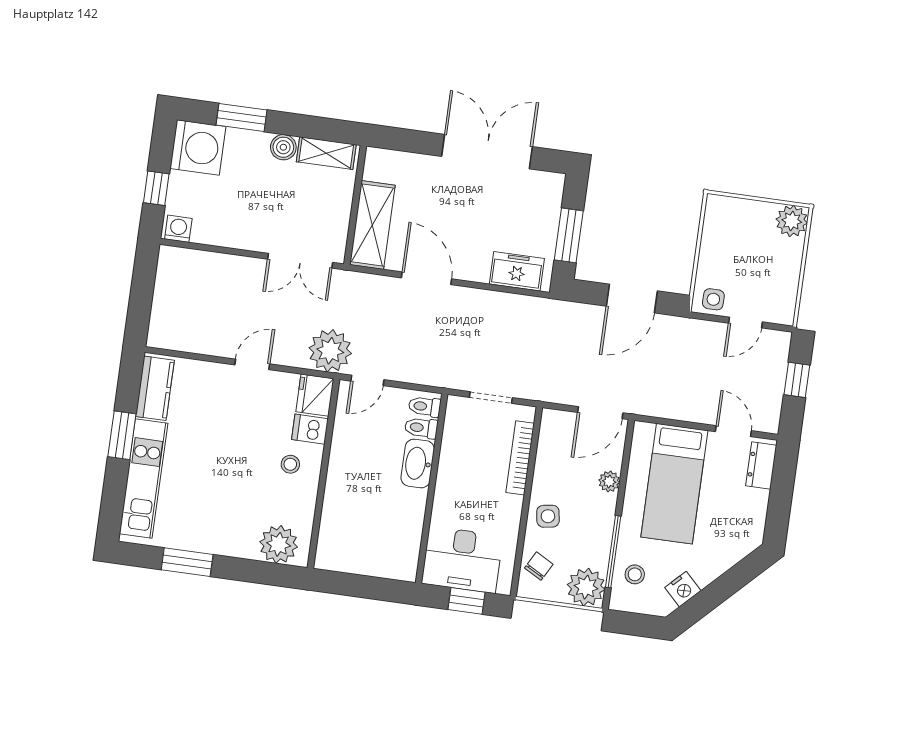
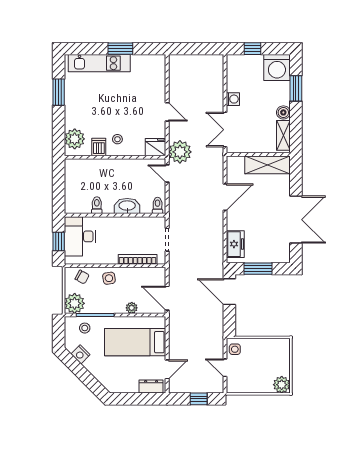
shelving: (372, 225) -> (268, 165), moved
washing machine: (178, 229) -> (233, 99), moved
door: (632, 298) -> (229, 292), moved
kitchen counter: (155, 388) -> (147, 63), removed
toilet: (421, 428) -> (97, 205), moved
dishwasher: (310, 429) -> (99, 147), moved

